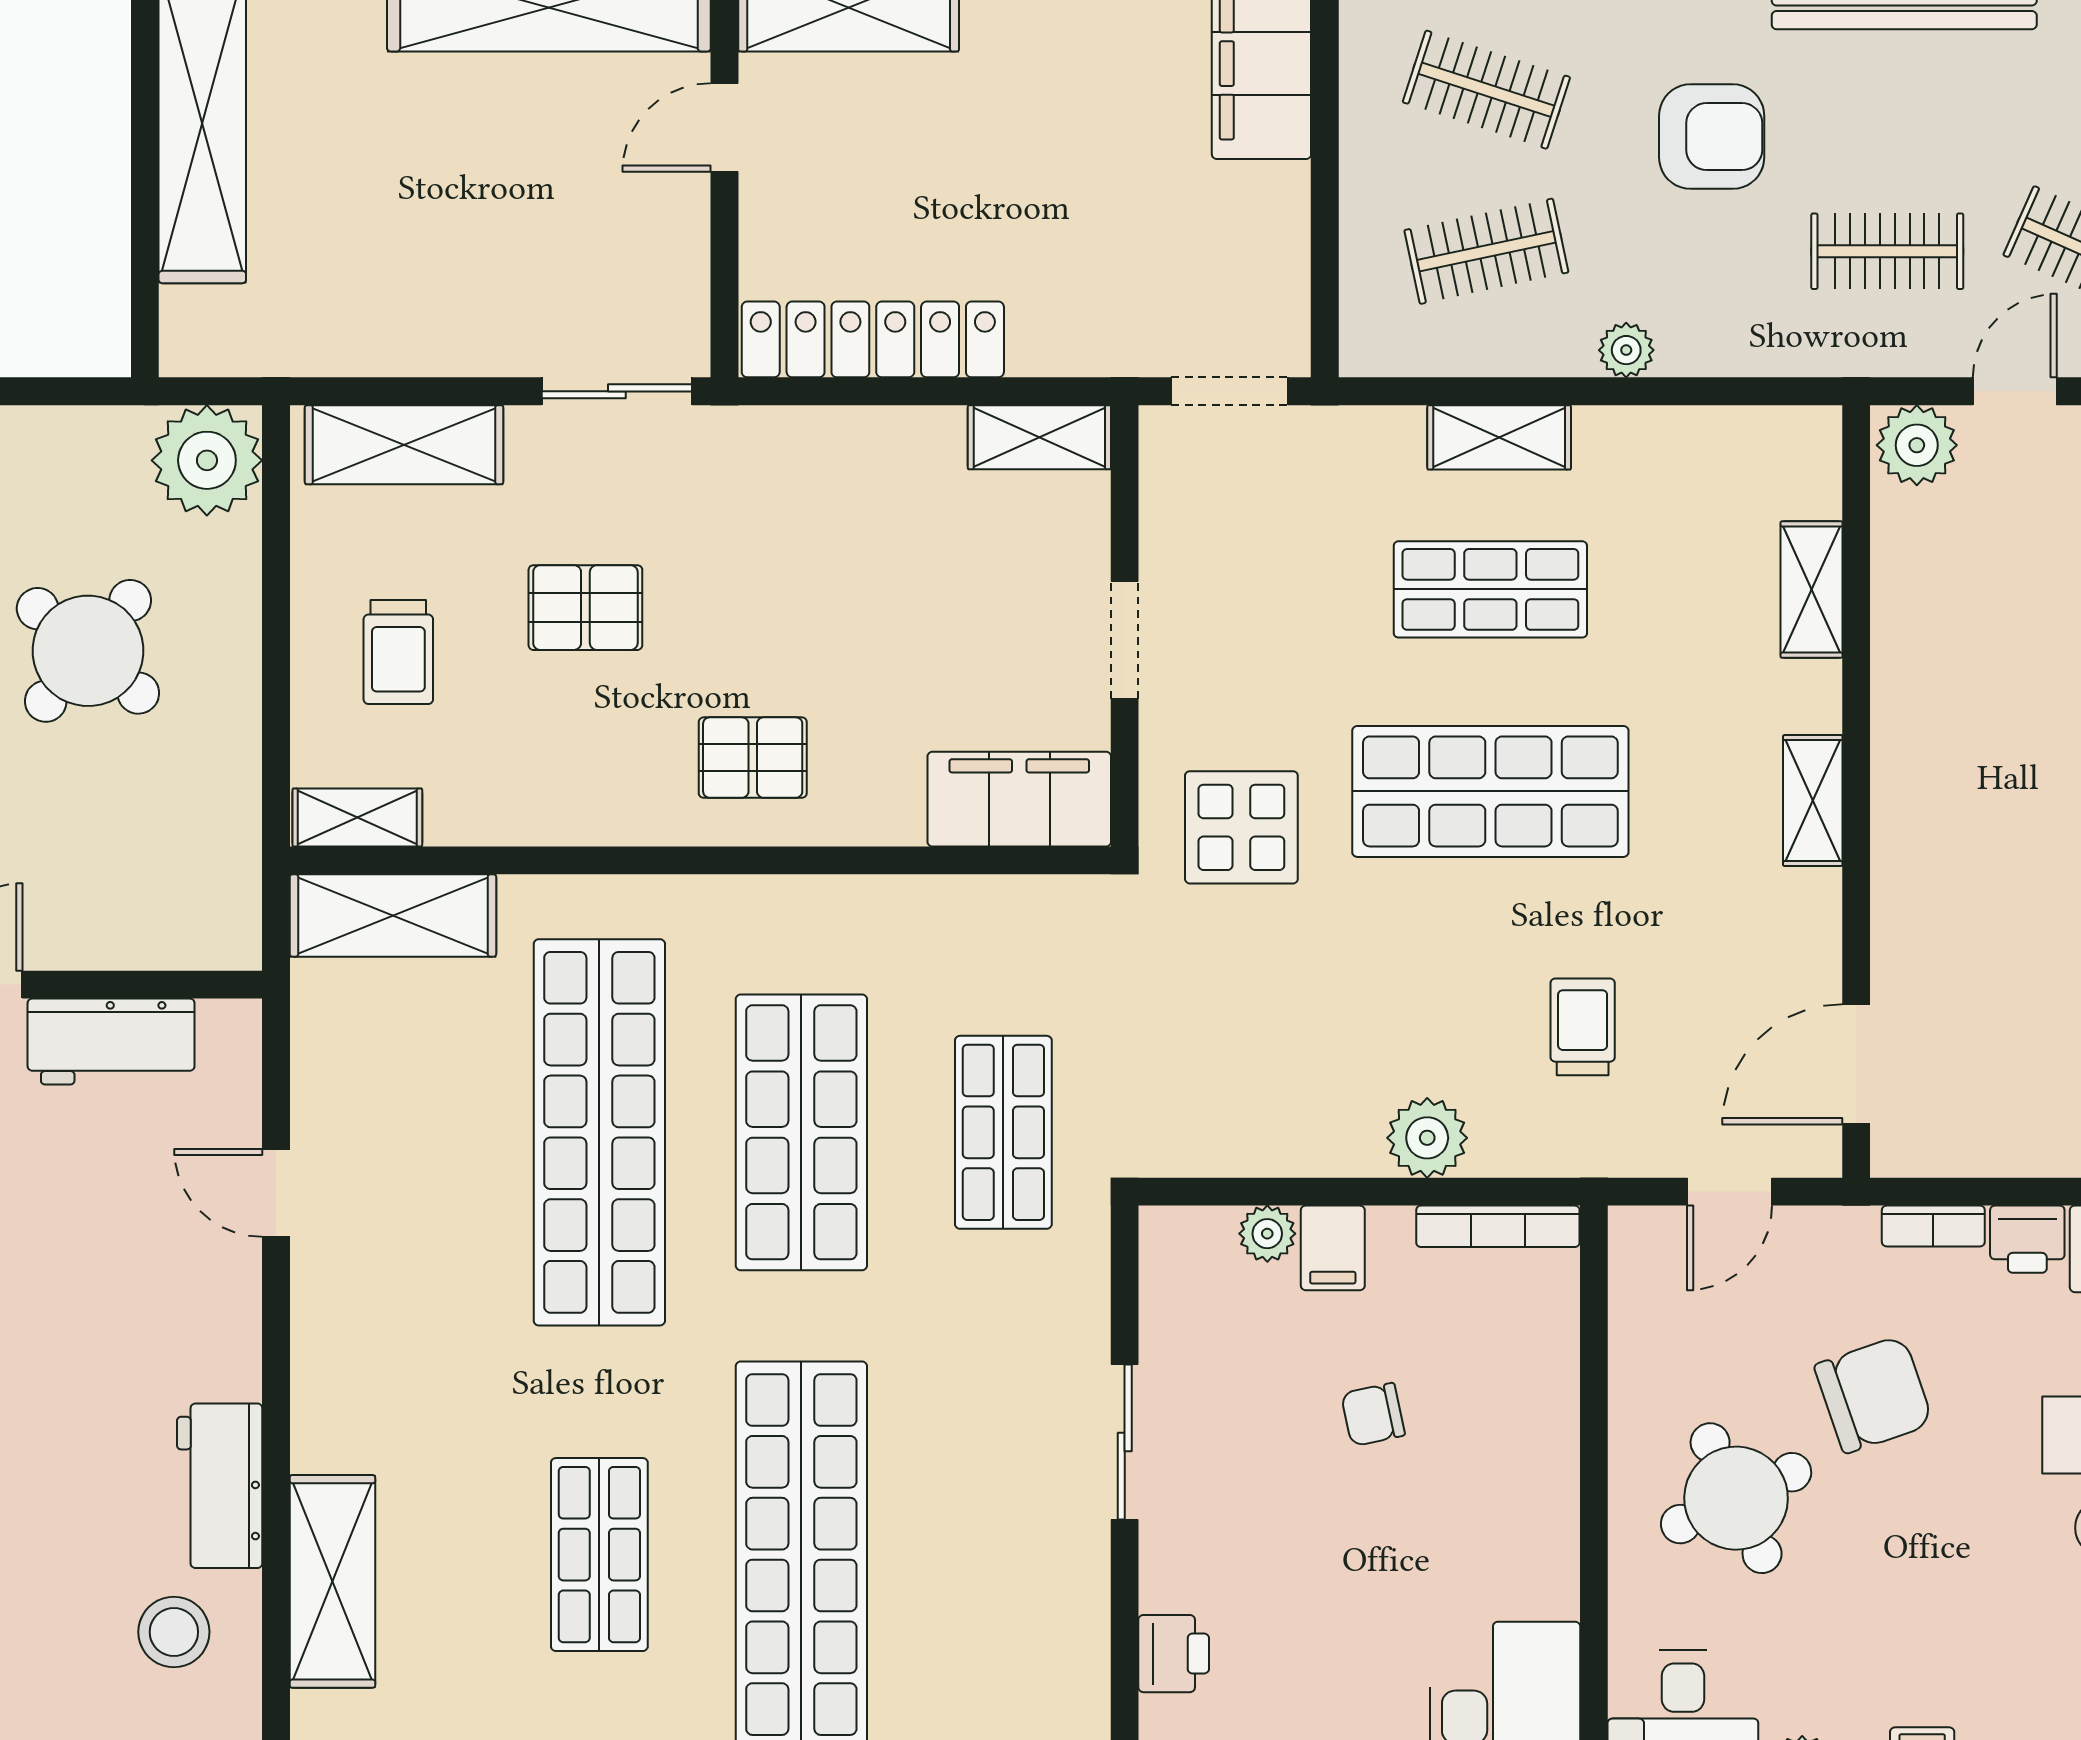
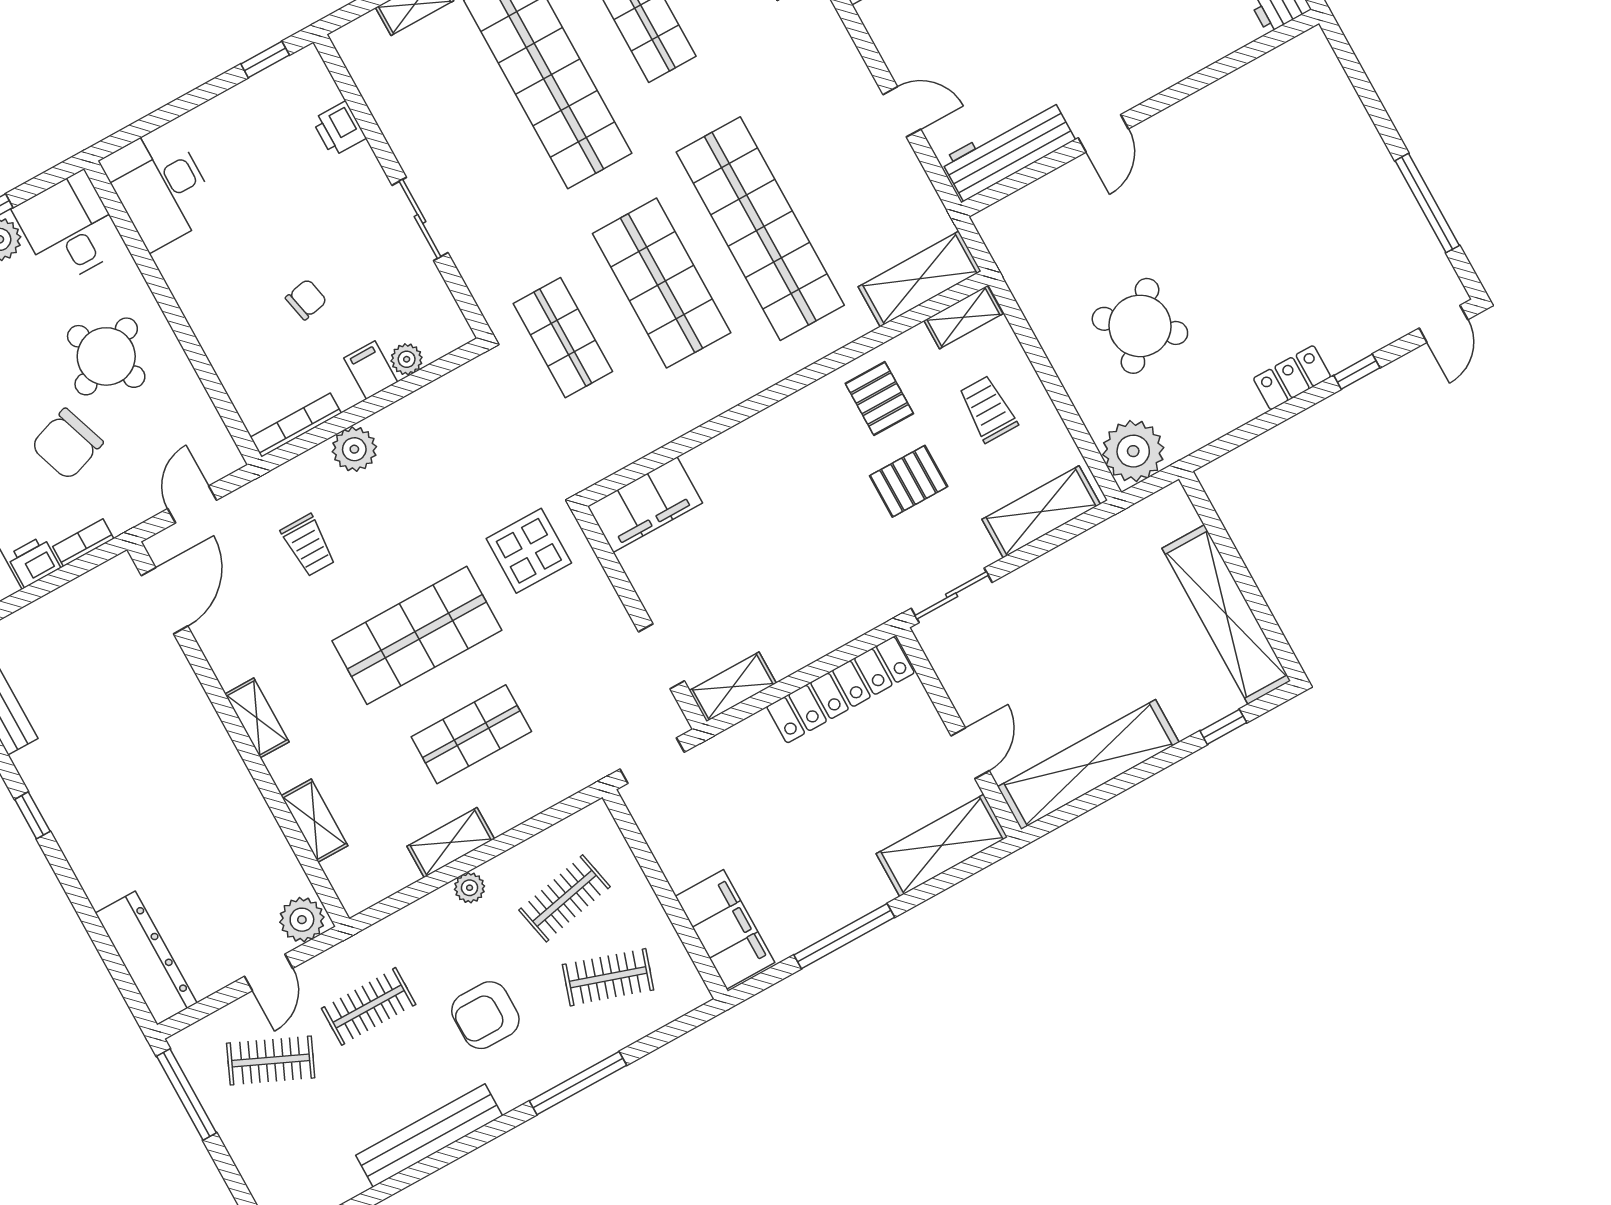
shelving: (1499, 437) -> (451, 843), moved
doorway: (1125, 640) -> (661, 656), moved
pallet: (753, 758) -> (879, 399), moved, turned 90
workbench: (111, 1042) -> (1008, 150), width x1.38

